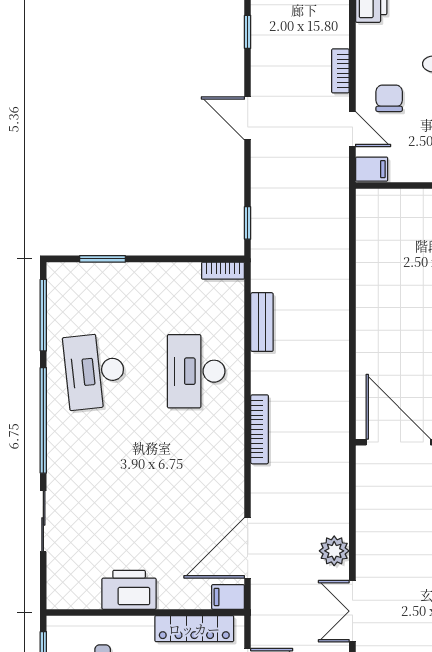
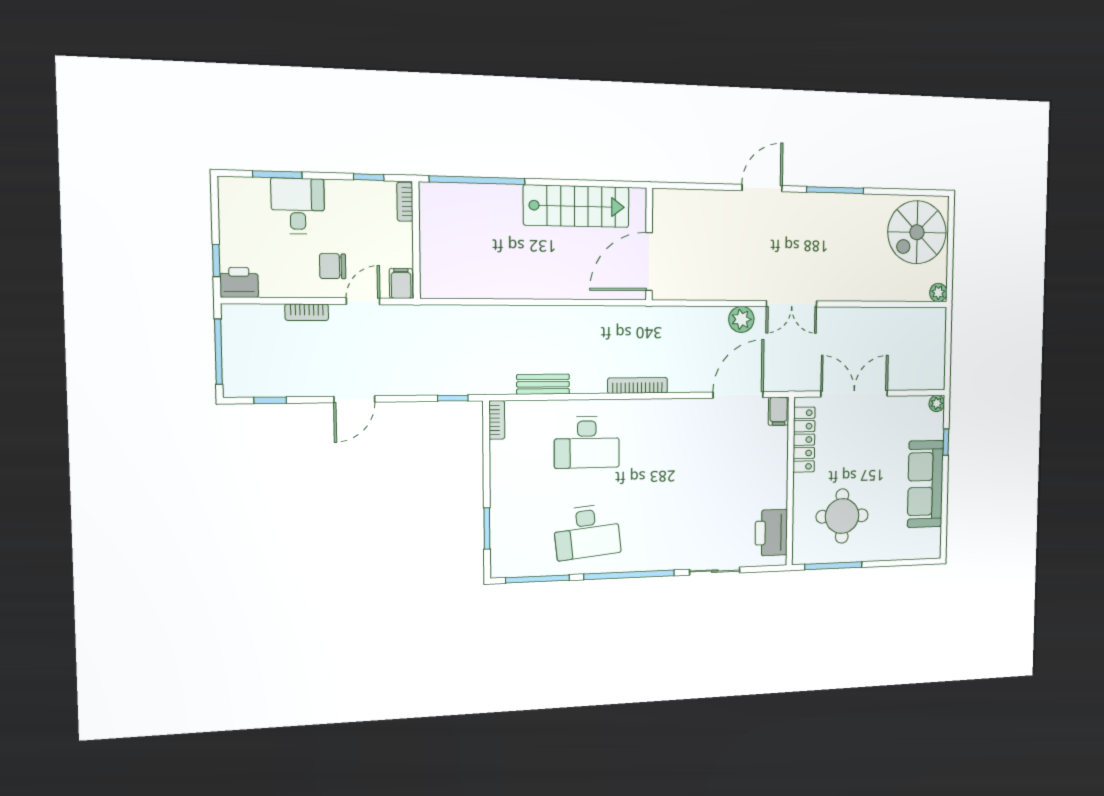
door: (248, 548) -> (738, 395), swing flipped
printer: (129, 590) -> (771, 533), moved

